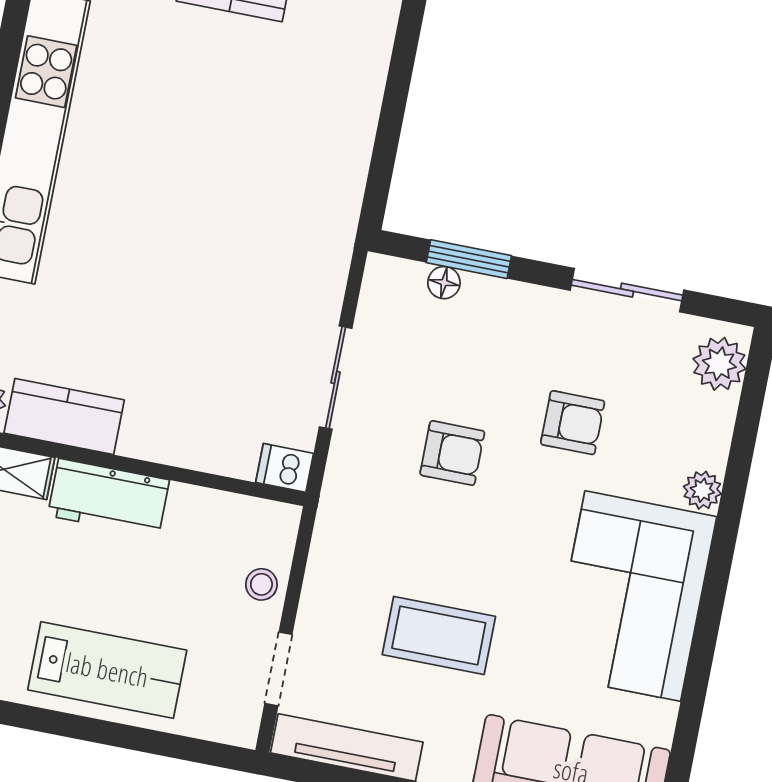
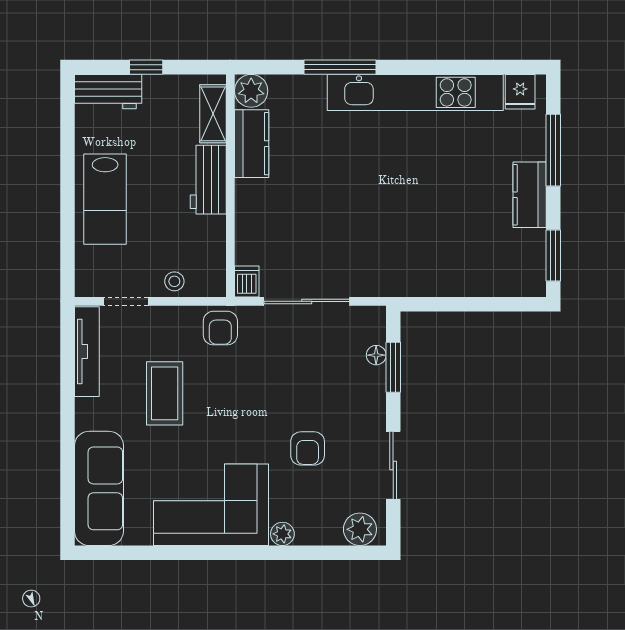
sliding door: (336, 378) -> (307, 301), width x1.37
armchair: (452, 453) -> (220, 328), moved

